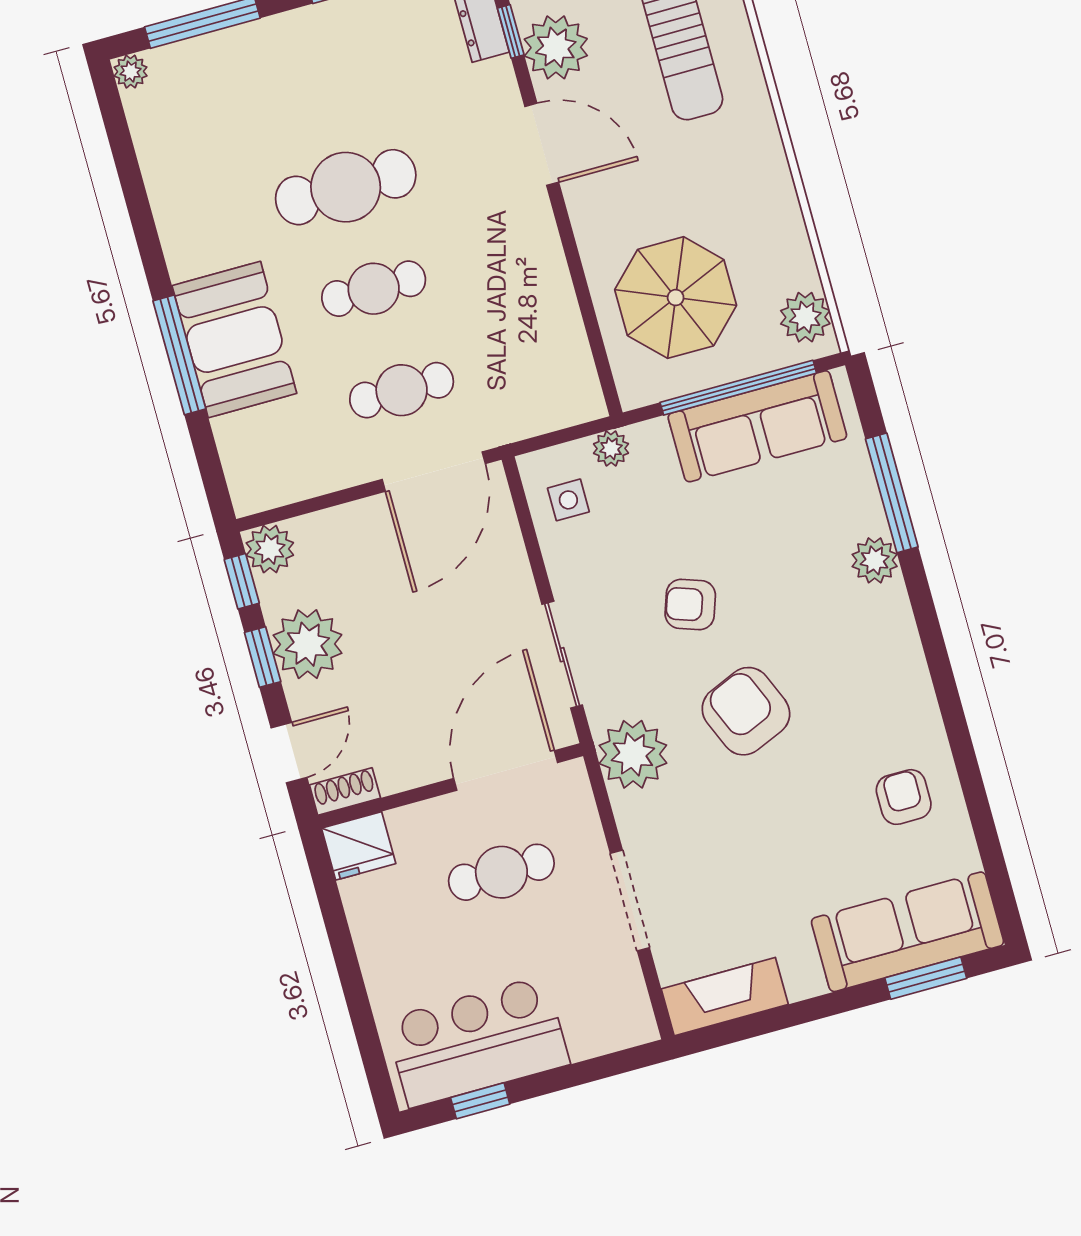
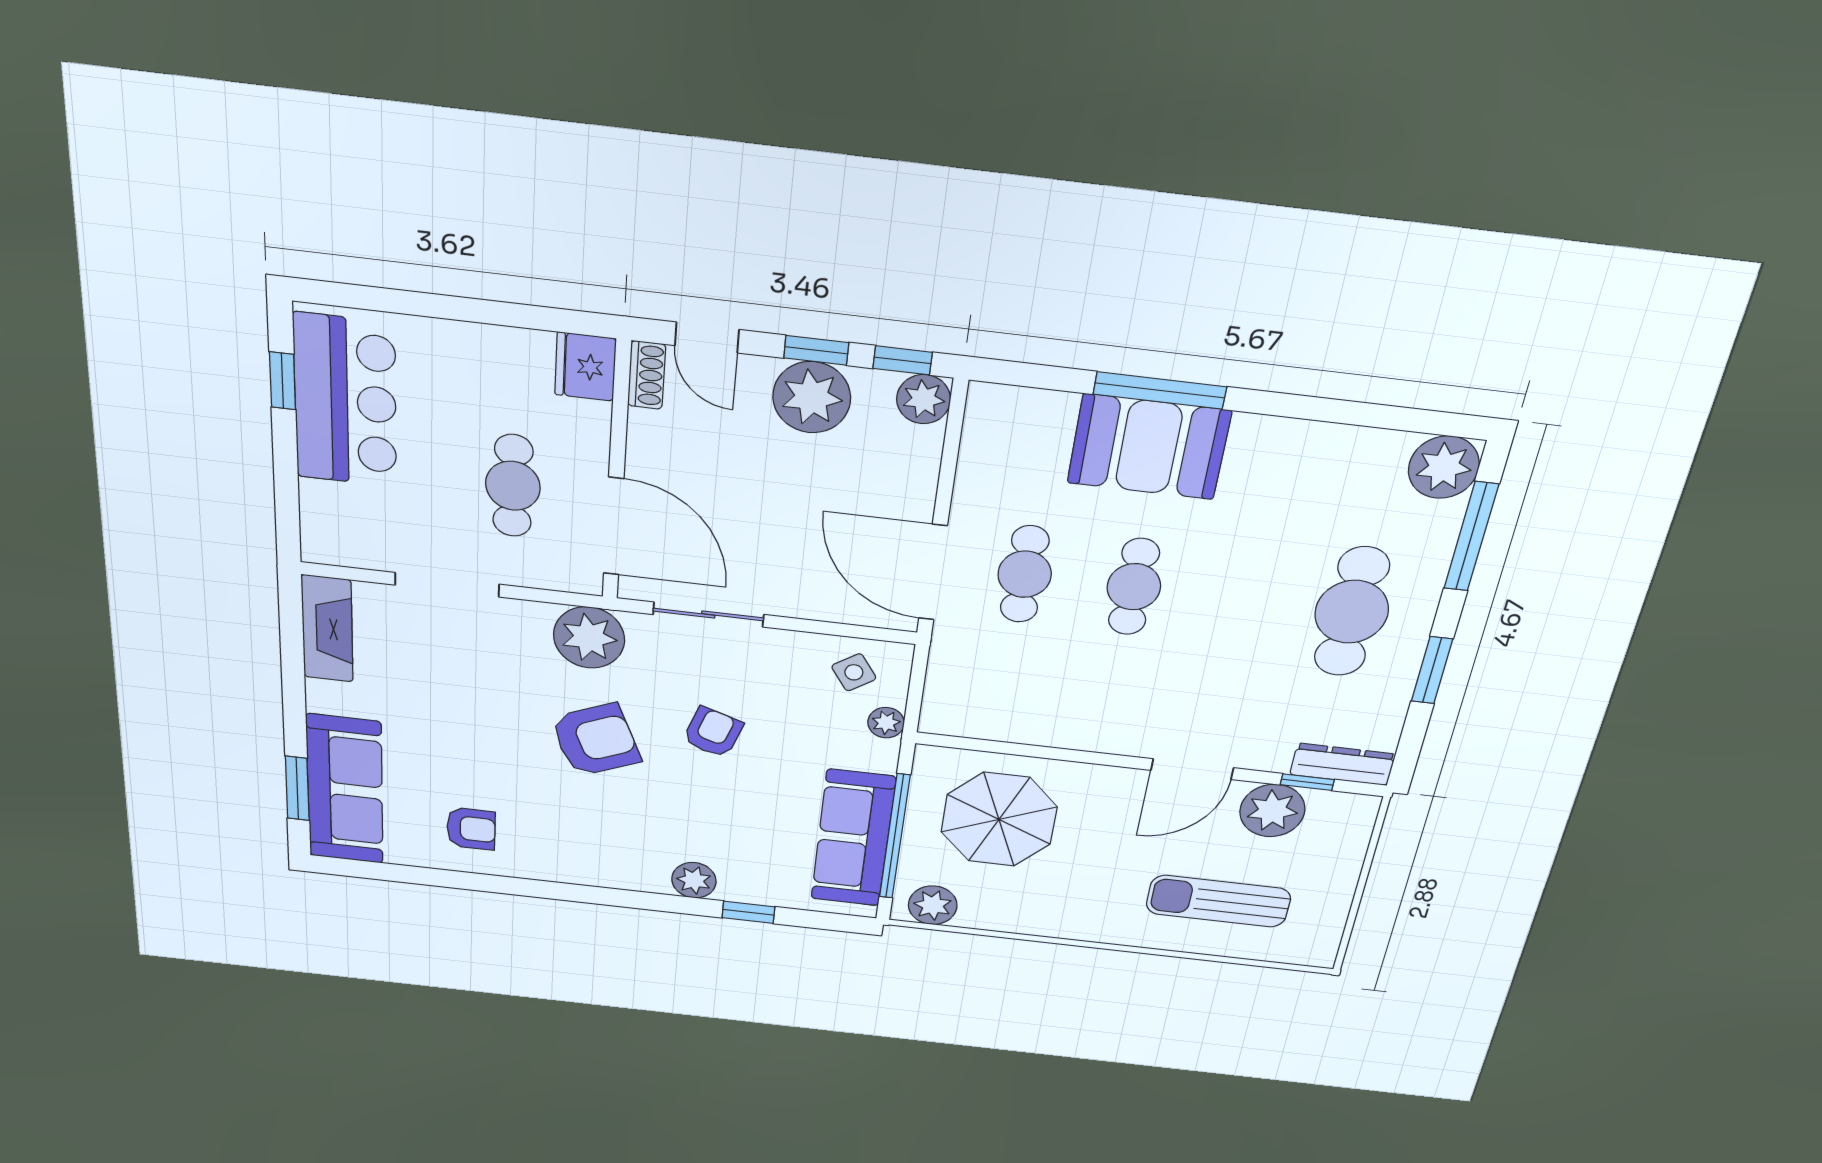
plant: (131, 72) -> (1444, 467), width x1.88, depth x1.88
cafe table: (346, 187) -> (1352, 612), moved
window: (892, 493) -> (748, 912), width x0.46
side table: (568, 500) -> (854, 672), turned -34

